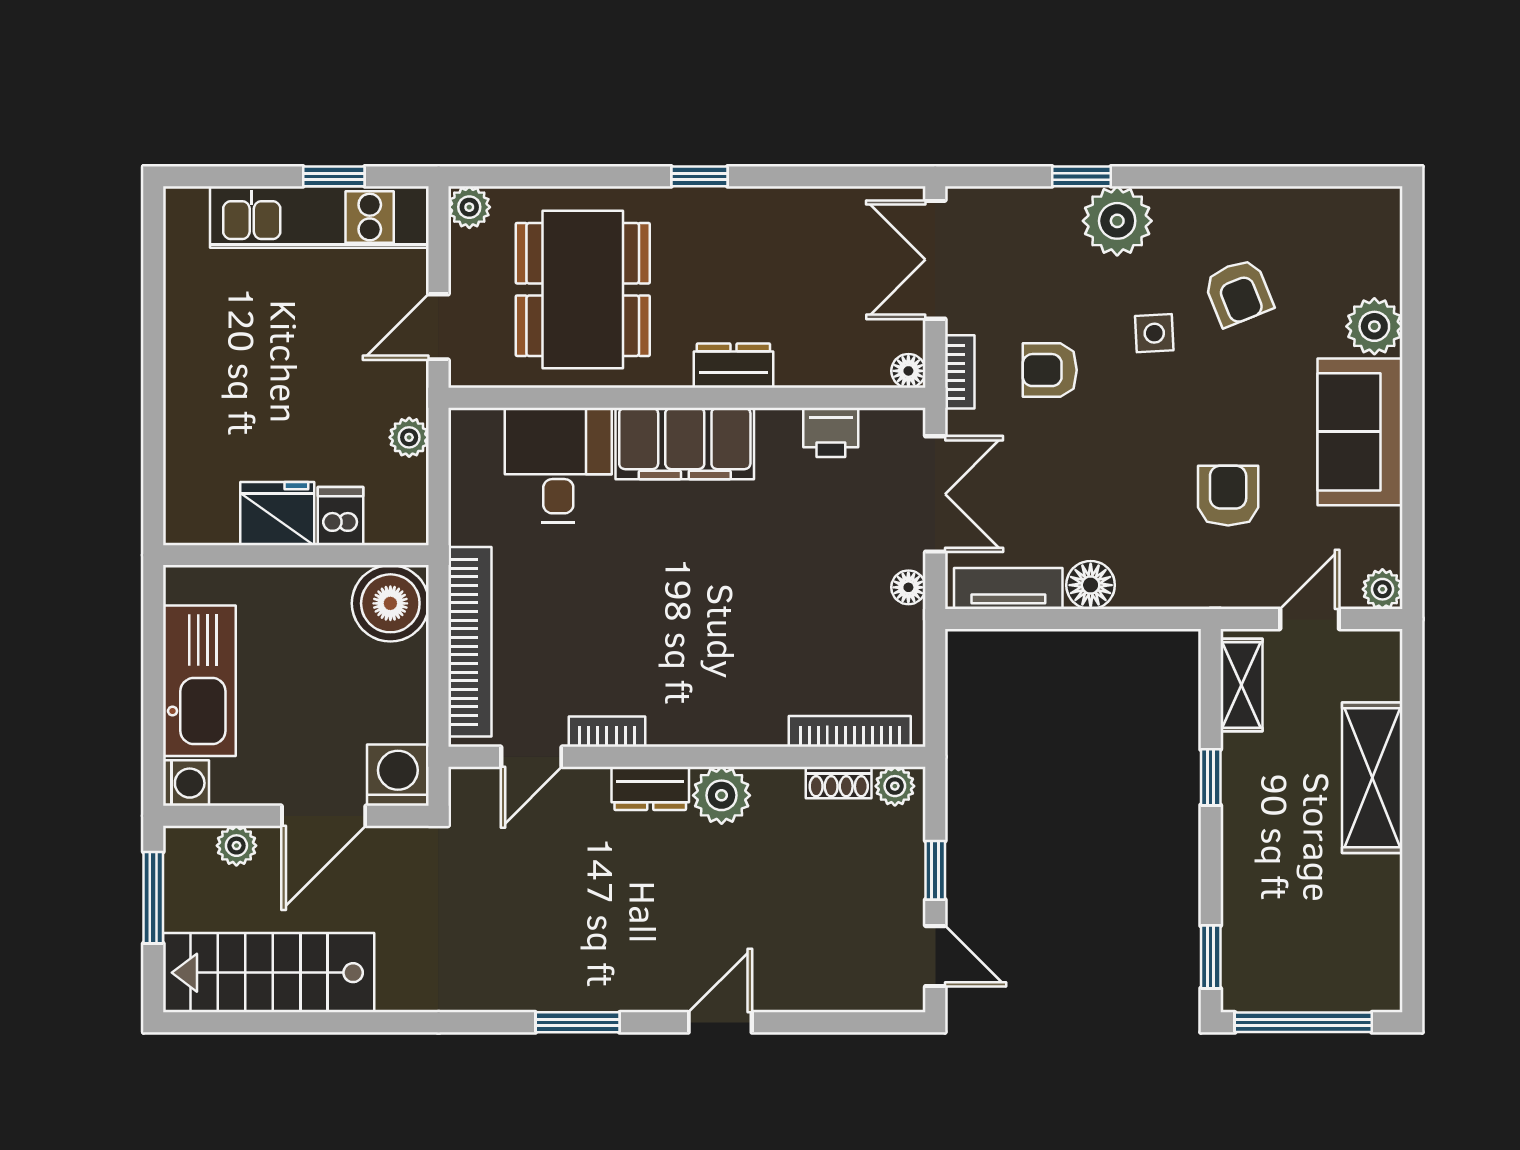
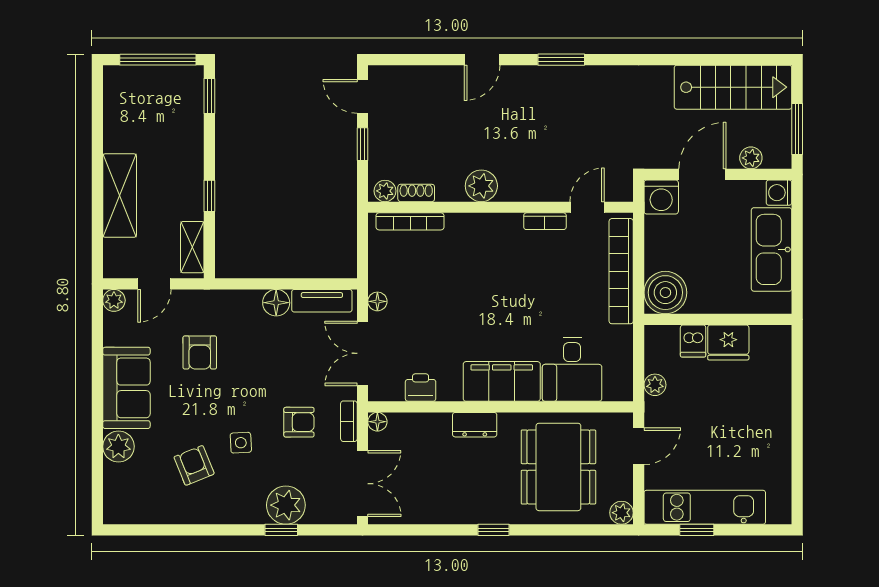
plant: (1117, 221) -> (286, 505), moved
dresser: (650, 788) -> (521, 190), removed

